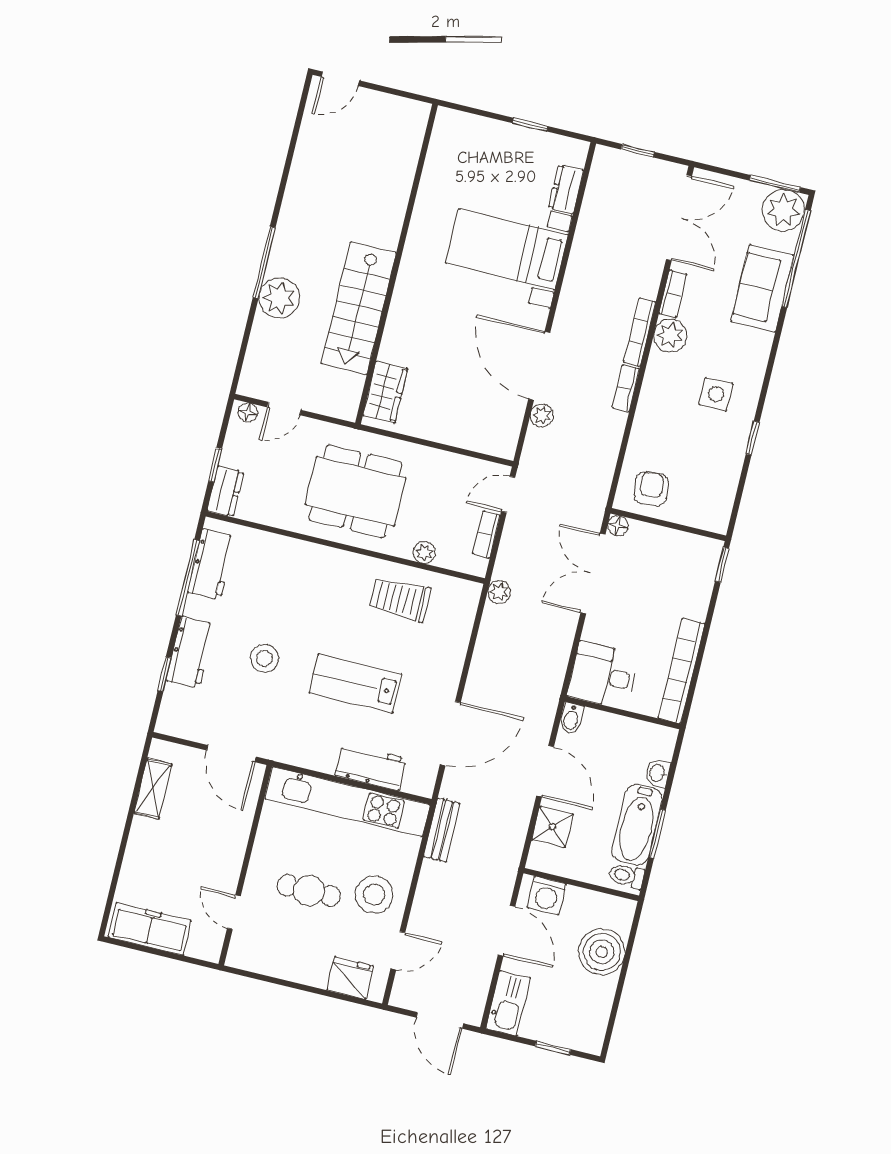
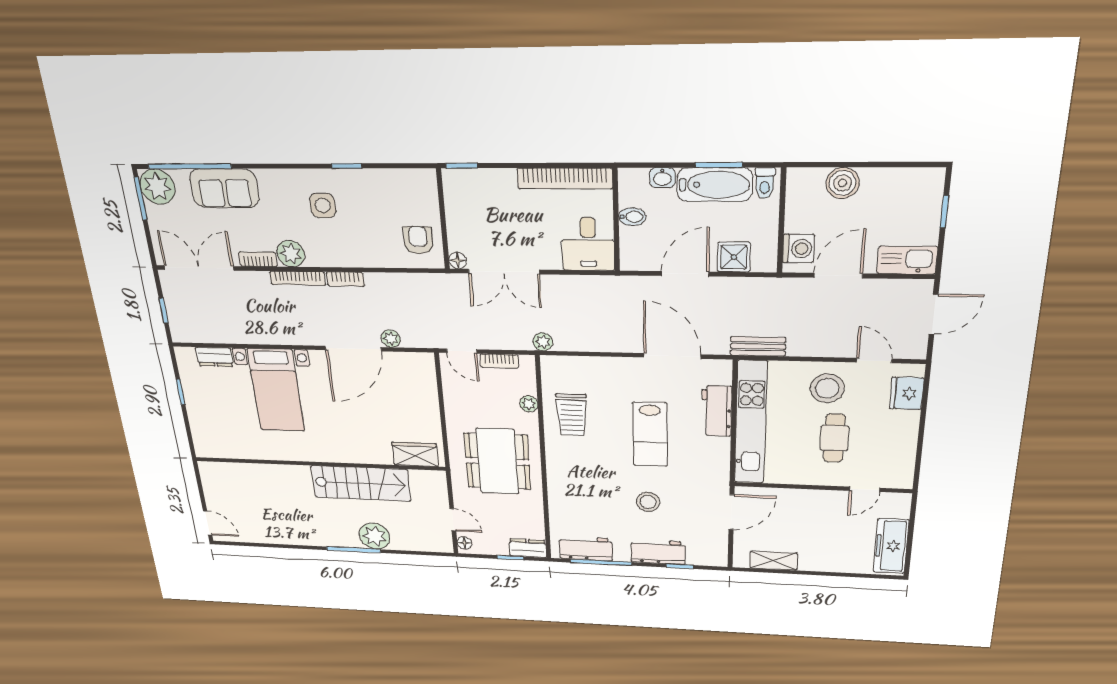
armchair: (651, 489) -> (418, 240), turned 96
bidet: (571, 718) -> (632, 217), moved
boiler: (602, 952) -> (843, 183), width x0.73, depth x0.73

